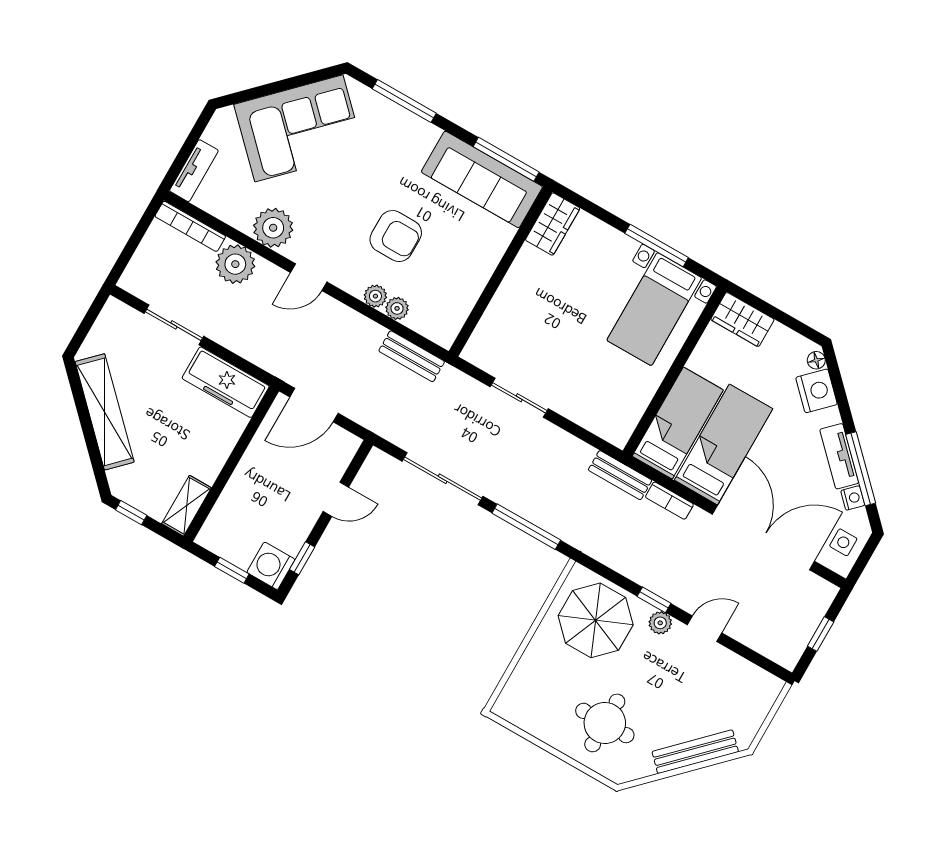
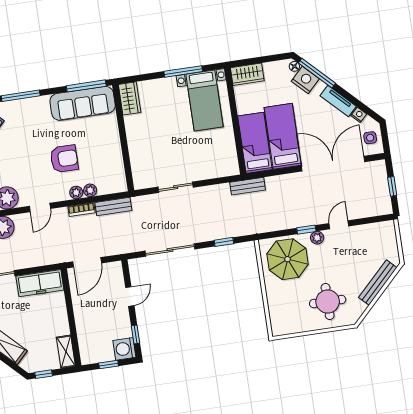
window: (861, 469) -> (317, 73), moved
bookcase: (669, 501) -> (81, 210), moved
window: (526, 527) -> (224, 242), width x0.46

